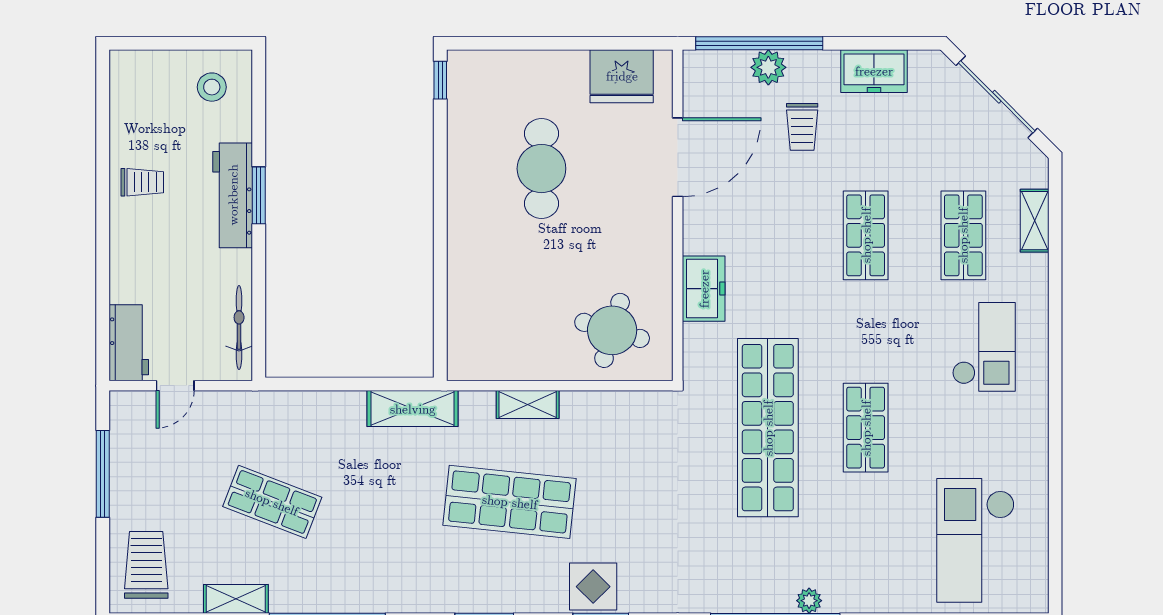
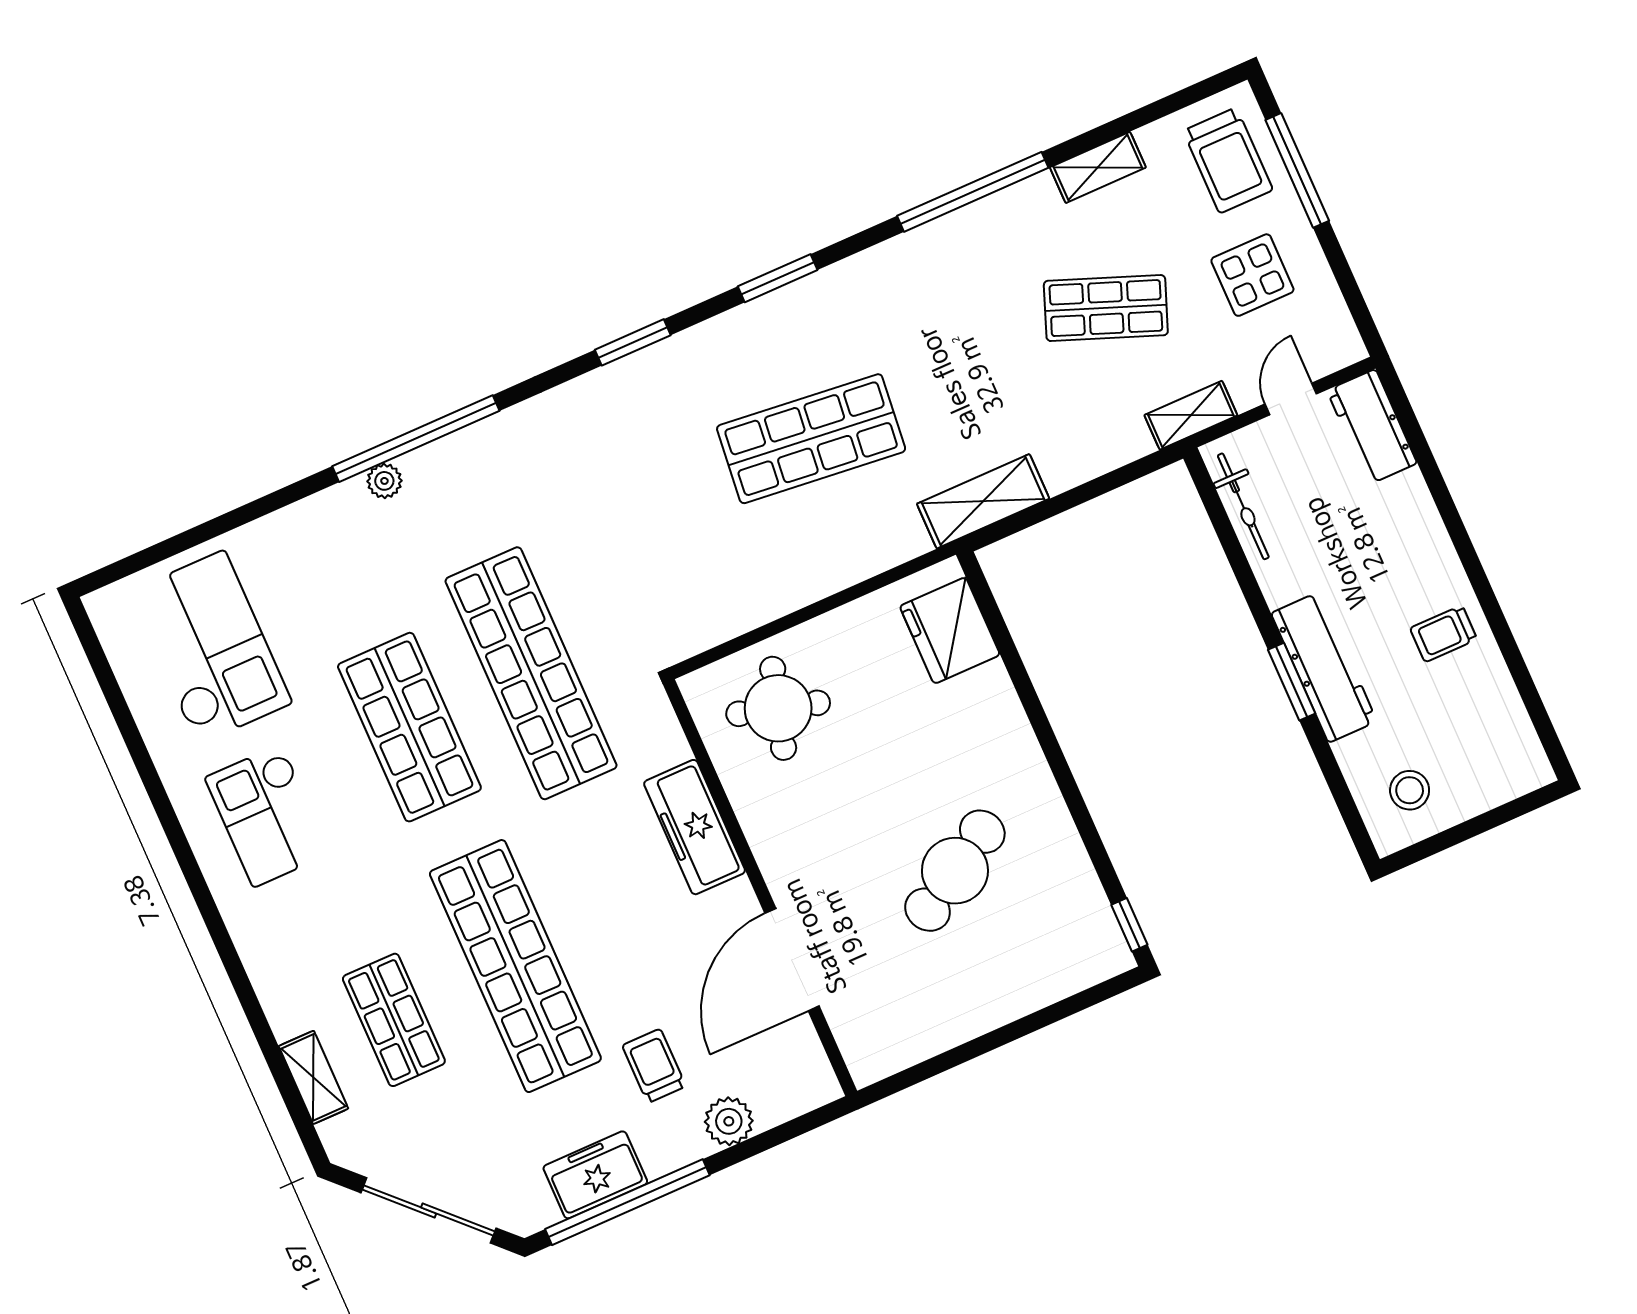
window: (759, 43) -> (627, 1202), moved
fridge: (622, 76) -> (950, 630), moved, turned -90
cafe table: (541, 169) -> (955, 871), turned 59
shop shelf: (866, 235) -> (515, 966), width x2.00, depth x1.36
freezer: (704, 289) -> (694, 827), width x1.40
checkout: (984, 347) -> (267, 816), moved
shelving: (528, 404) -> (1191, 415), moved
shop shelf: (866, 428) -> (409, 727), width x1.43, depth x1.36
window: (103, 474) -> (1297, 170), moved
display table: (593, 587) -> (1252, 275), moved

